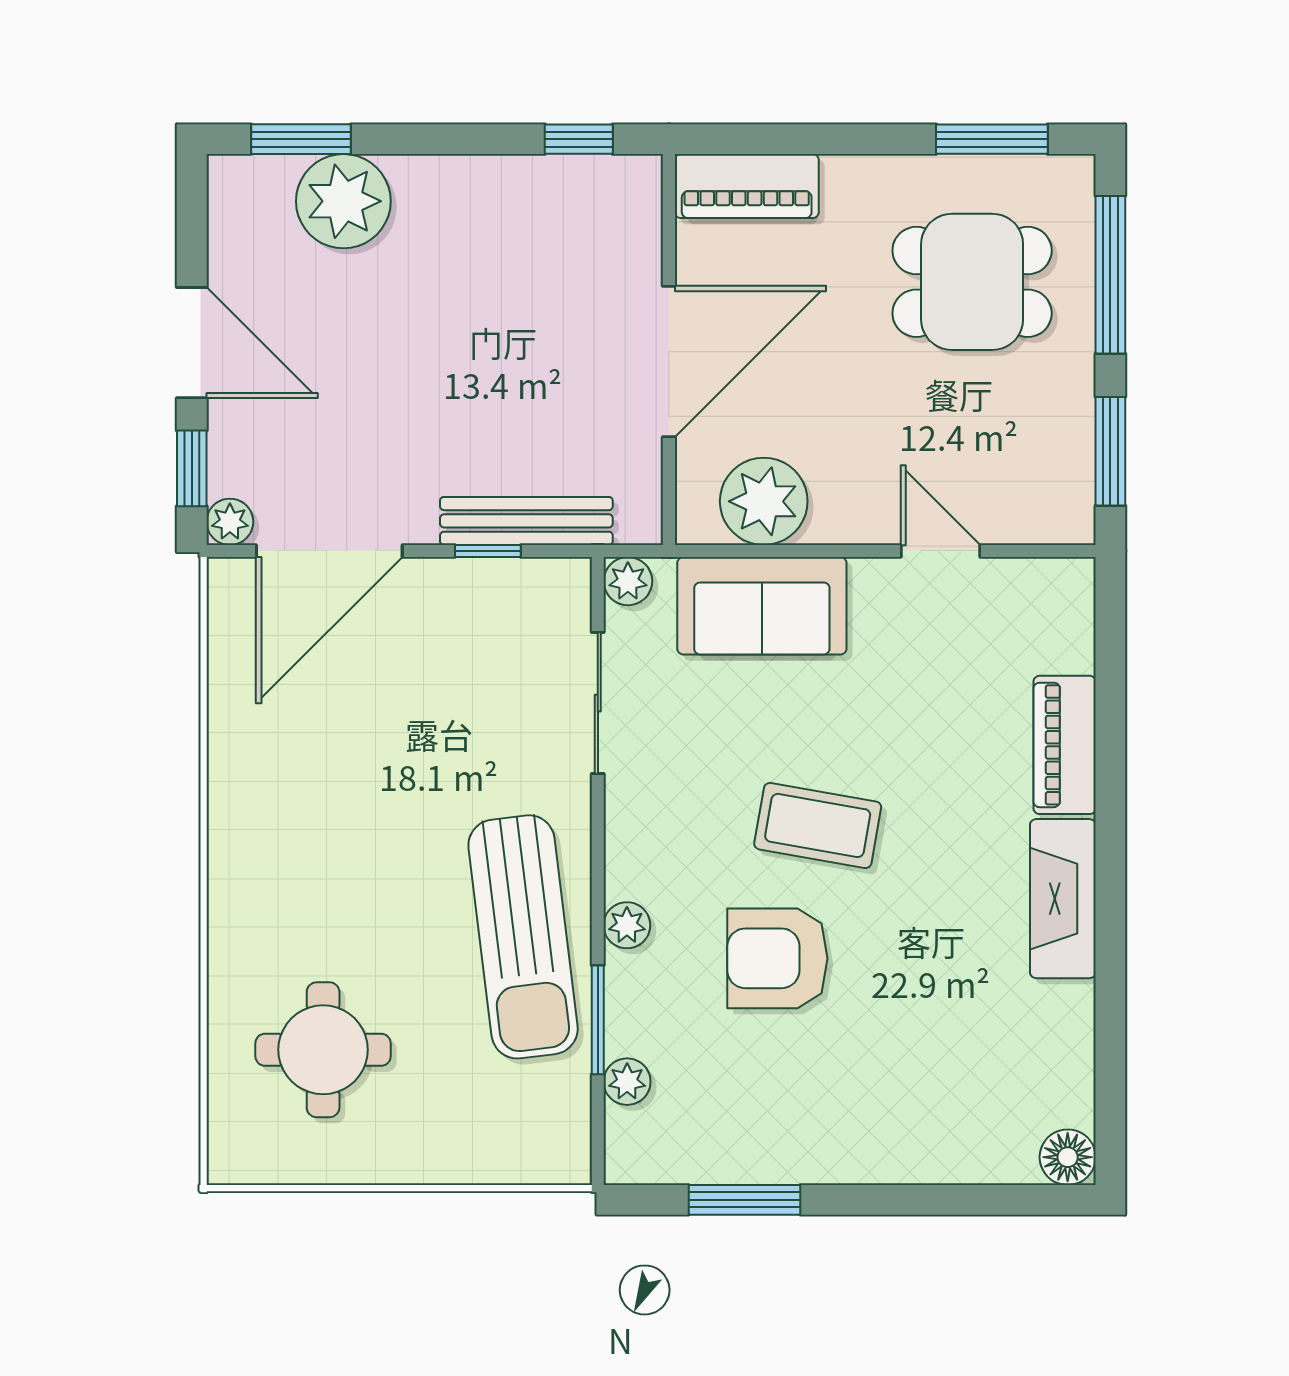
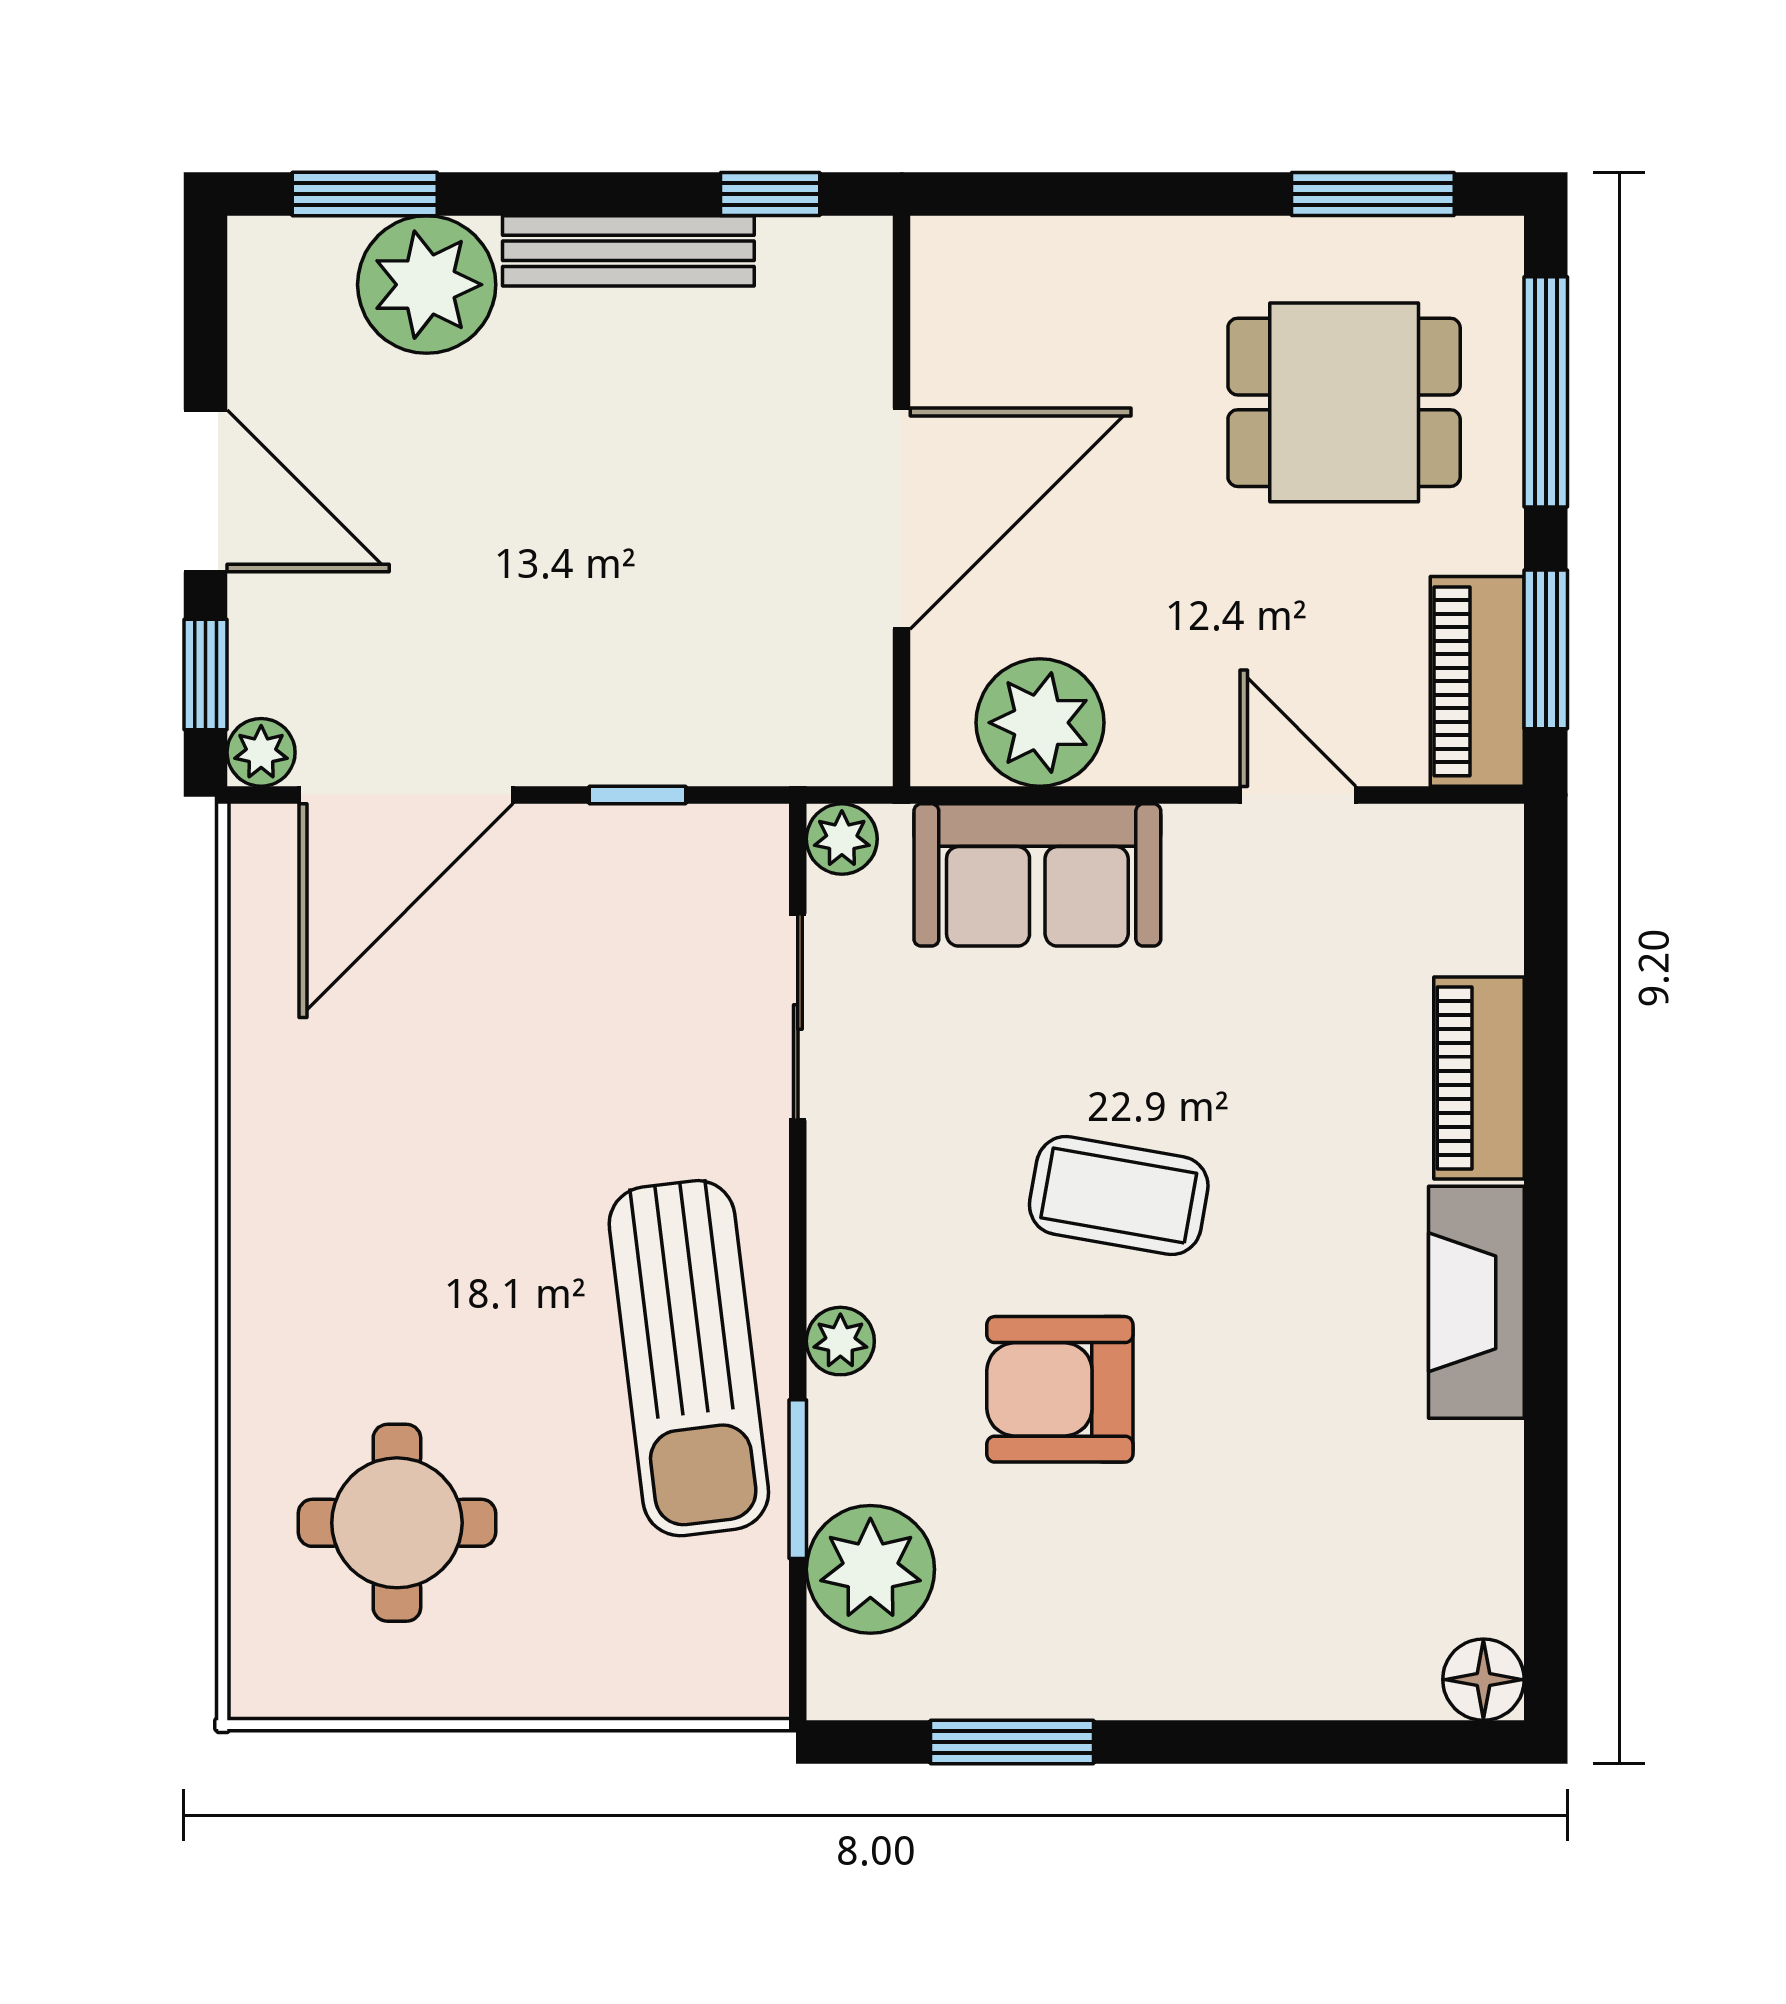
piano: (747, 186) -> (1477, 681), moved, turned 90
bench: (526, 521) -> (628, 251), moved
plant: (627, 1082) -> (870, 1569), width x1.88, depth x1.88

